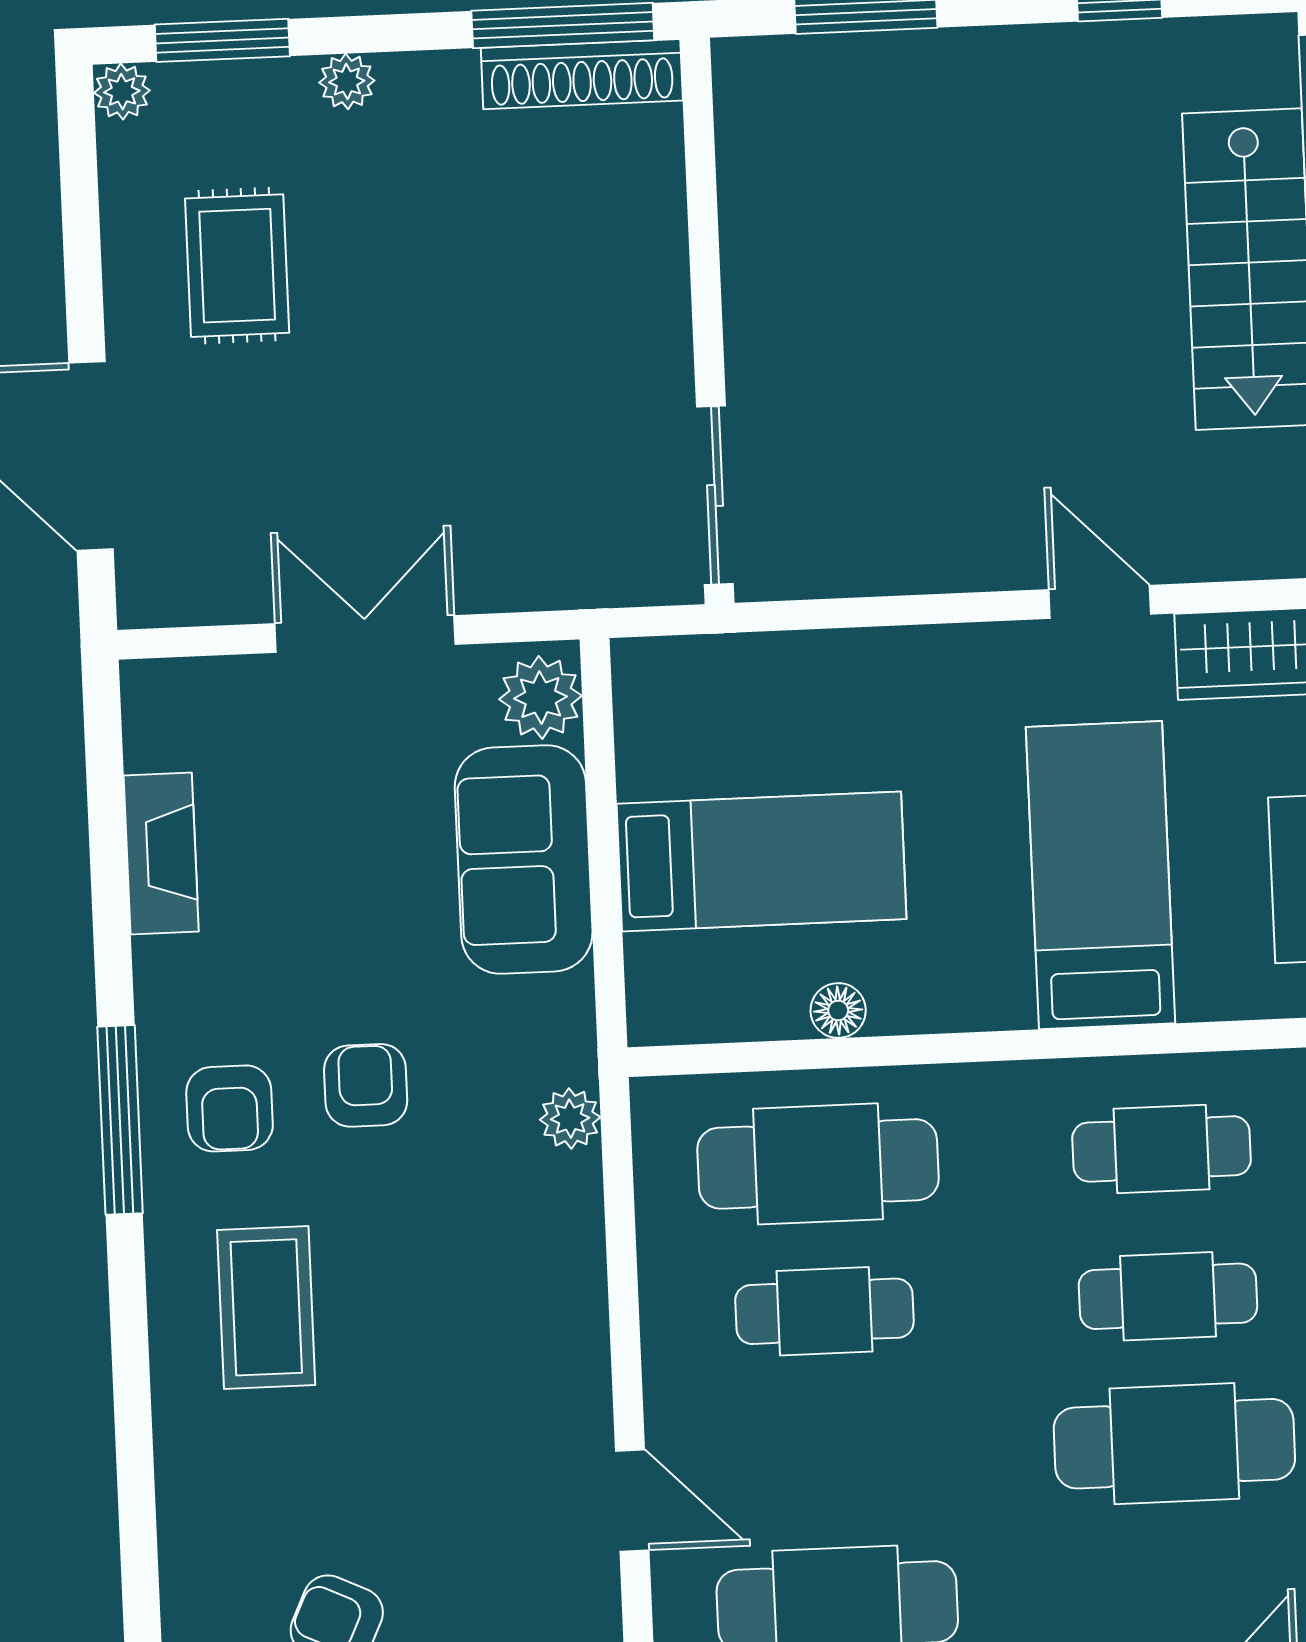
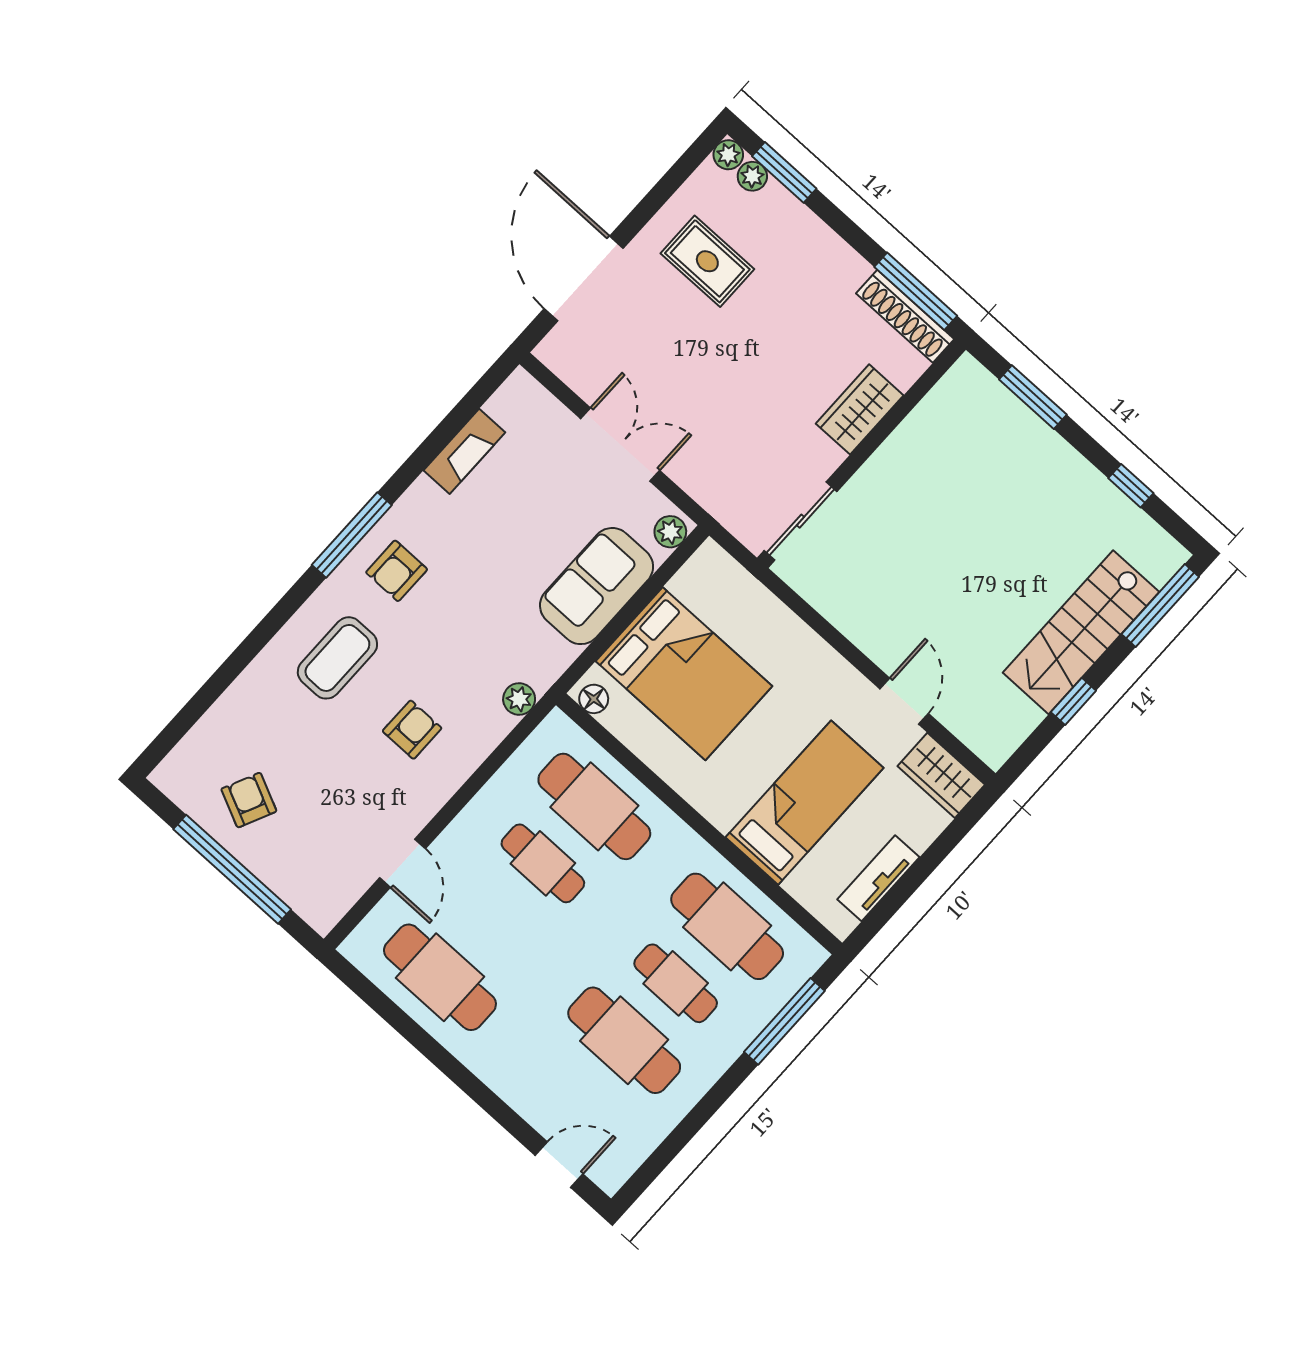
plant: (347, 81) -> (752, 176), moved
wardrobe: (645, 263) -> (860, 409), added
rug: (237, 266) -> (707, 261), turned 90
plant: (540, 698) -> (670, 532), width x0.73, depth x0.73
bed: (762, 861) -> (684, 674), width x1.50
floor lamp: (838, 1010) -> (594, 699), moved
armchair: (366, 1085) -> (412, 730), moved
cafe table: (1161, 1149) -> (727, 926), width x1.37, depth x1.35

